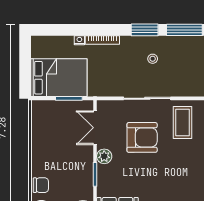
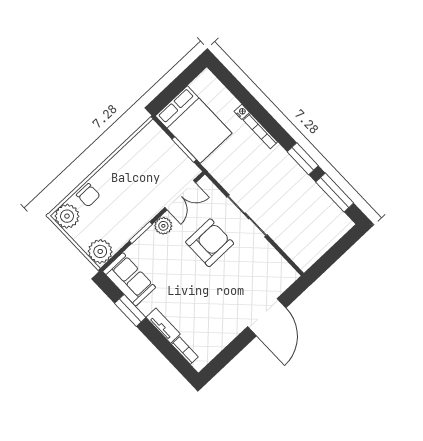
stool: (153, 59) -> (285, 189), removed
coffee table: (182, 122) -> (255, 265), removed
double door: (95, 128) -> (180, 195), swing flipped
armchair: (142, 137) -> (210, 243), turned -90

